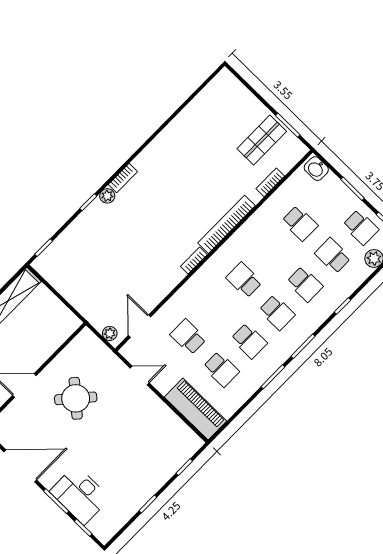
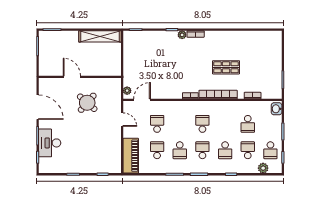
shop shelf: (262, 140) -> (226, 67), moved
school desk: (277, 312) -> (202, 150), turned 180
school desk: (221, 369) -> (157, 150), turned 180

